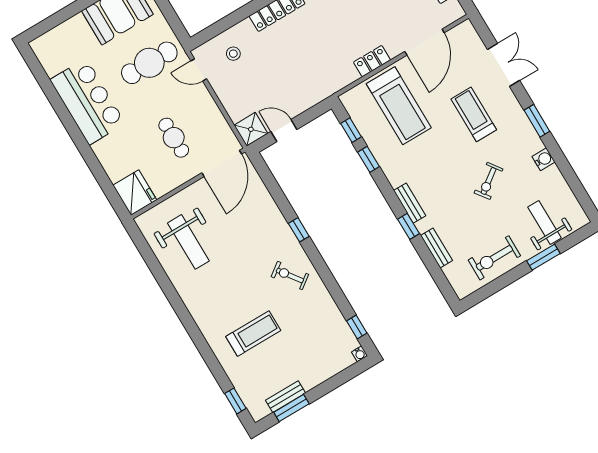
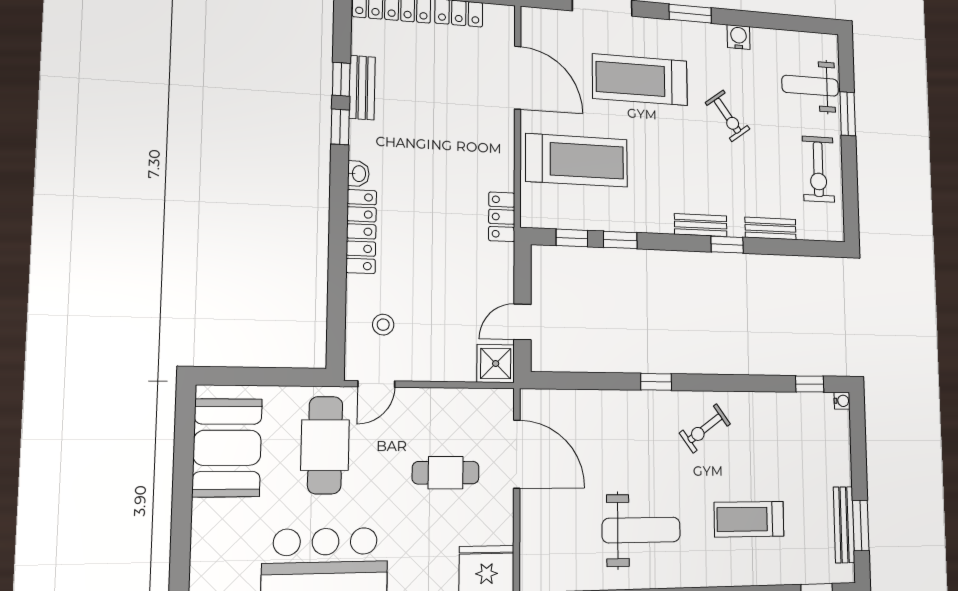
locker: (372, 61) -> (502, 217), moved
treadmill: (474, 114) -> (640, 80), width x1.37, depth x1.38
door: (222, 163) -> (517, 454), moved
weight bench: (188, 242) -> (641, 530), moved
treadmill: (253, 334) -> (749, 519), turned -90
bench: (285, 397) -> (844, 525), width x1.36

